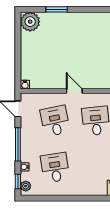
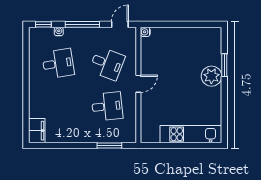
plant: (30, 22) -> (211, 76), moved
desk: (55, 121) -> (107, 64), turned 33
plant: (26, 186) -> (39, 33), removed

